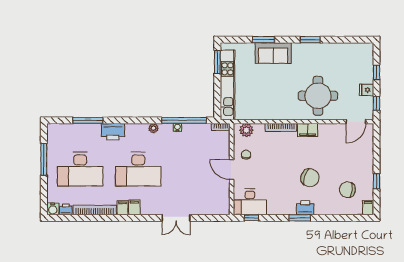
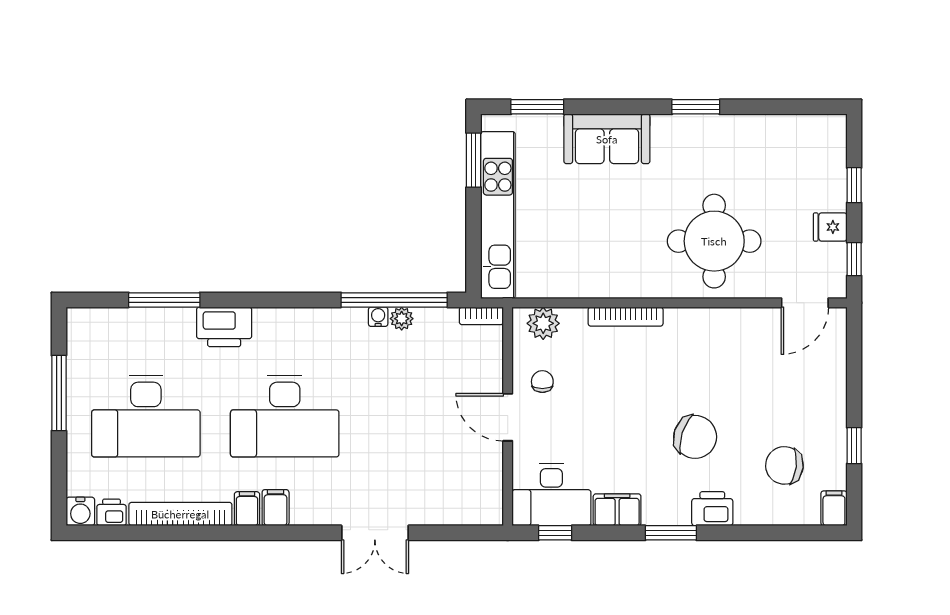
window: (263, 40) -> (537, 107), moved
plant: (153, 128) -> (402, 319), moved
filing cabinet: (308, 130) -> (617, 510), moved, turned 180
printer: (305, 208) -> (712, 509), moved

